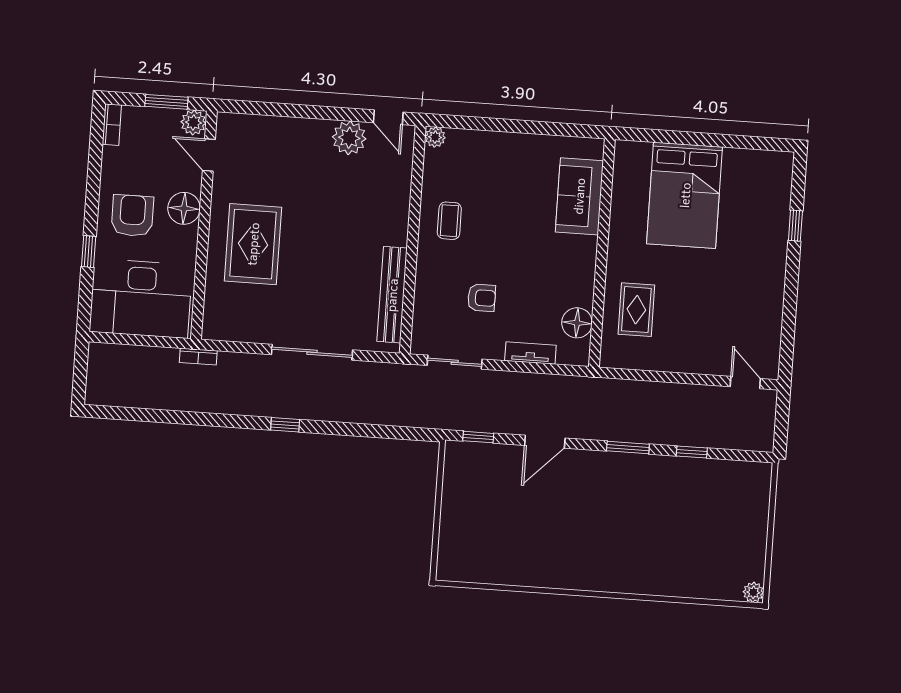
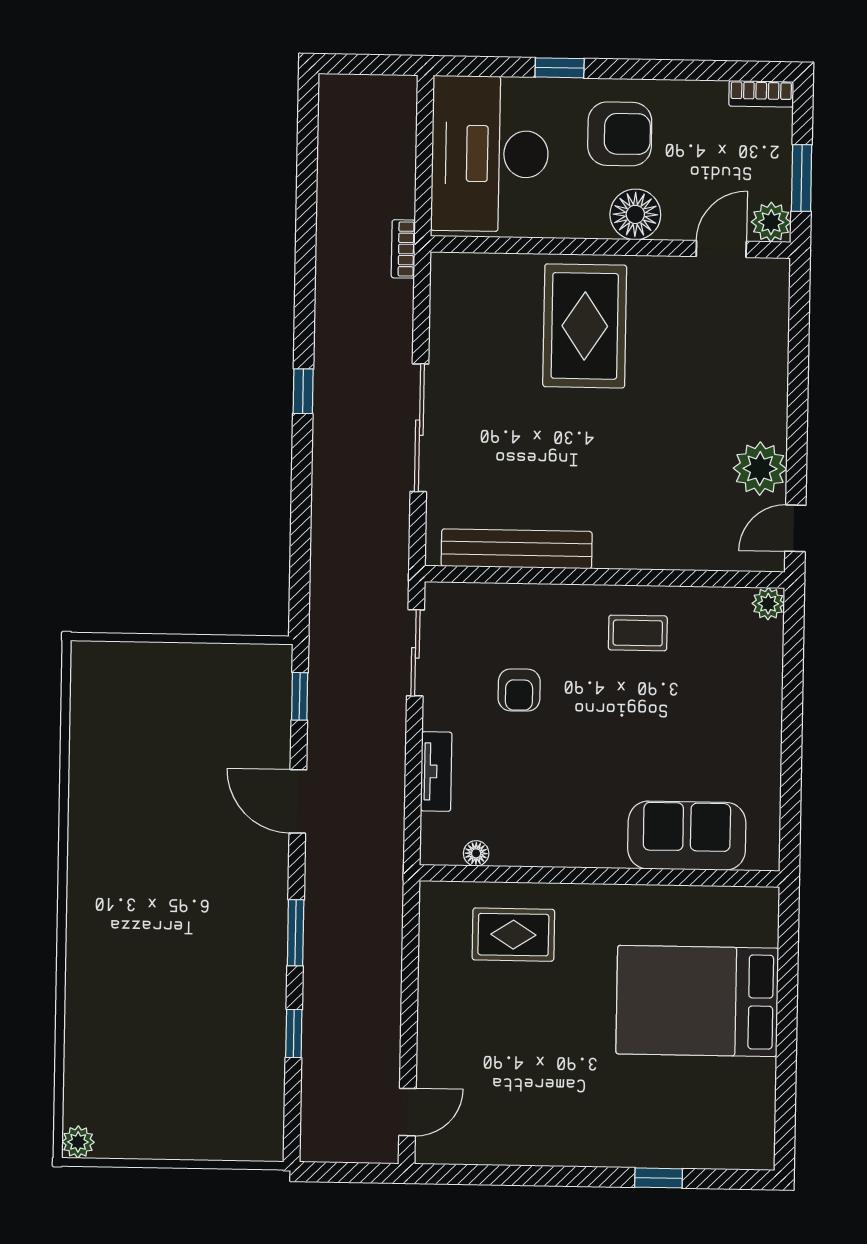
rug: (253, 244) -> (585, 326), turned 90
floor lamp: (577, 323) -> (476, 853), width x0.53, depth x0.53

